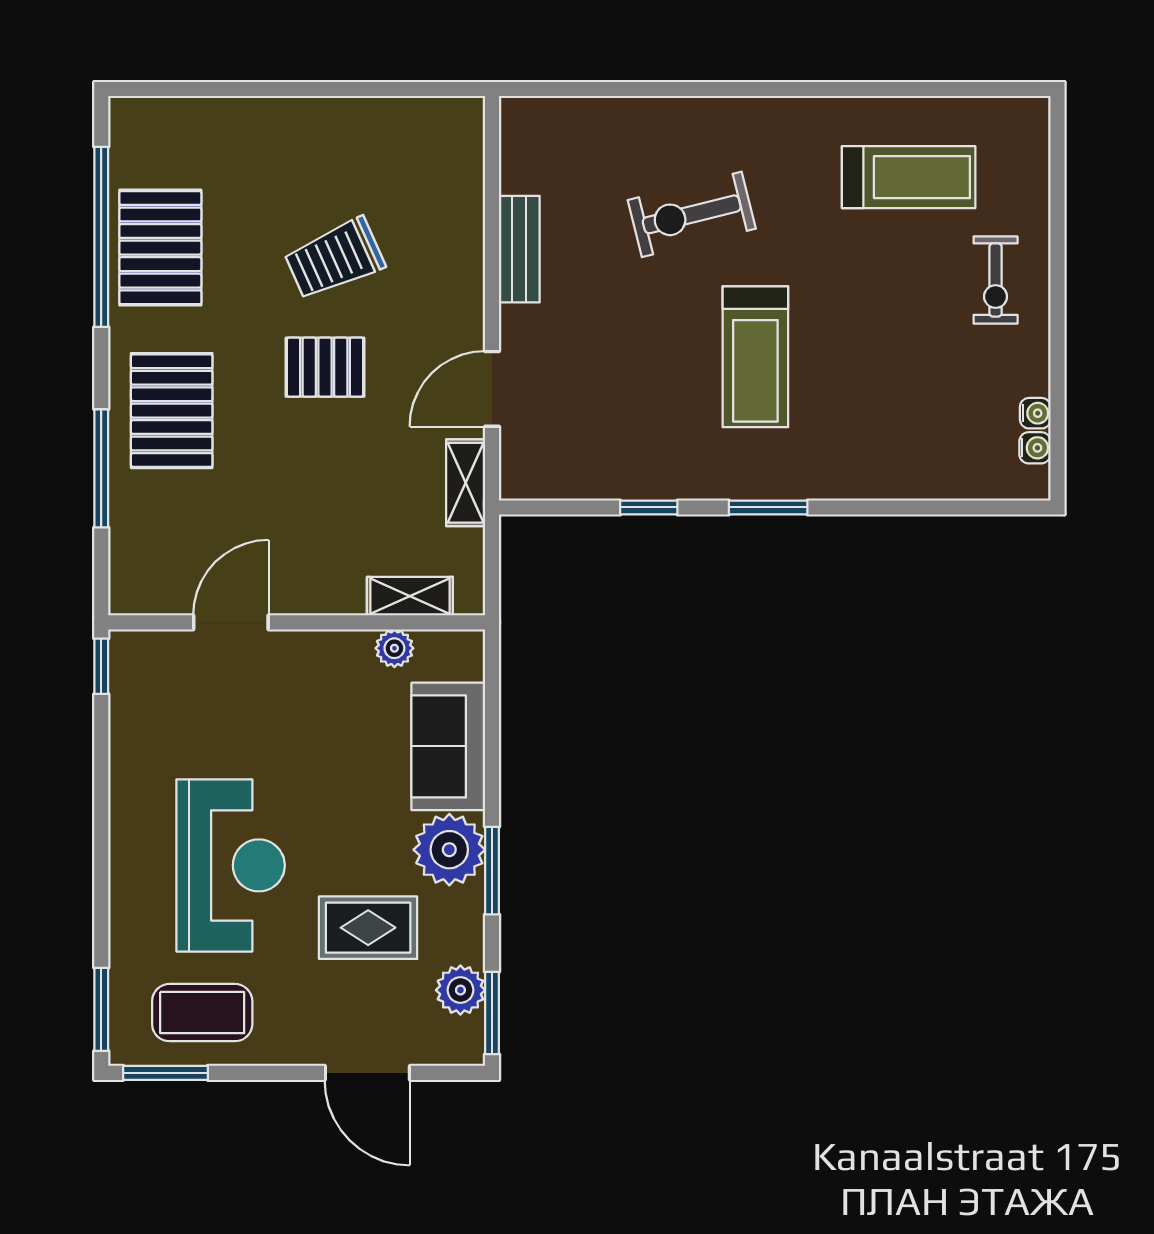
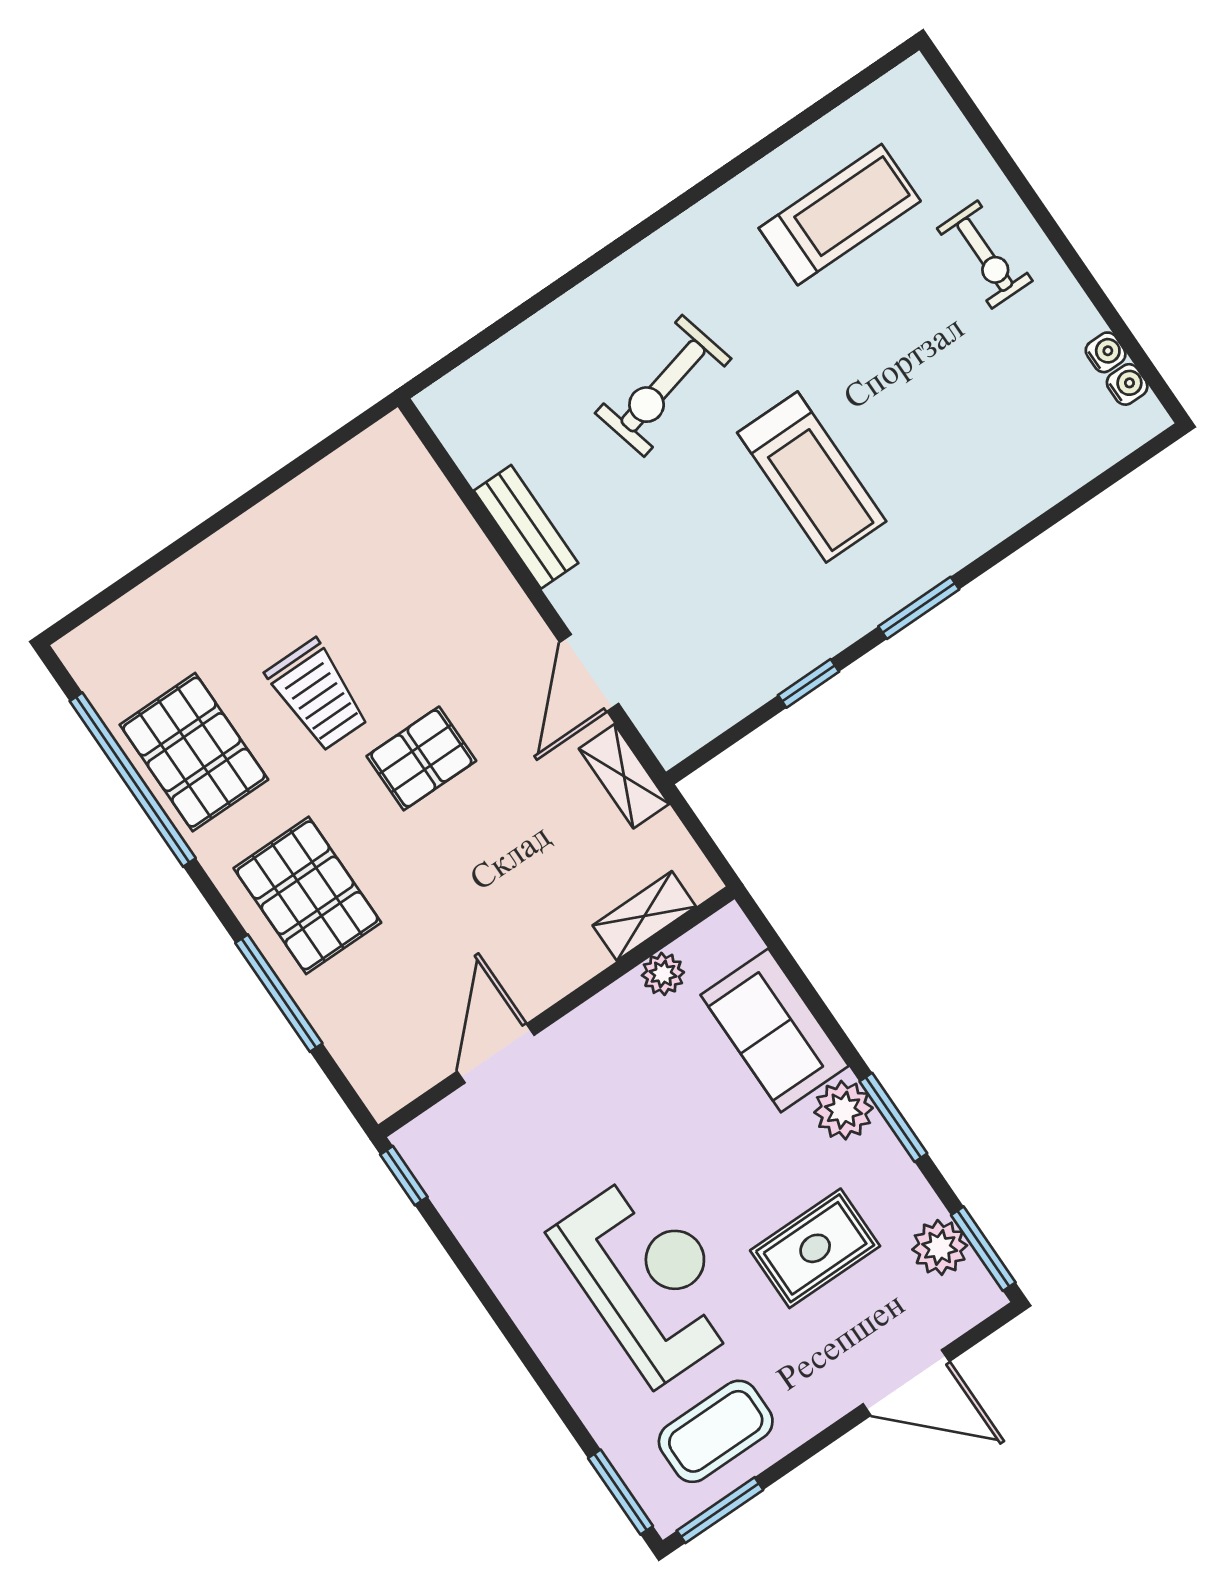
trolley: (335, 259) -> (318, 695), moved, turned -66
plant: (449, 850) -> (843, 1110), width x0.73, depth x0.73

